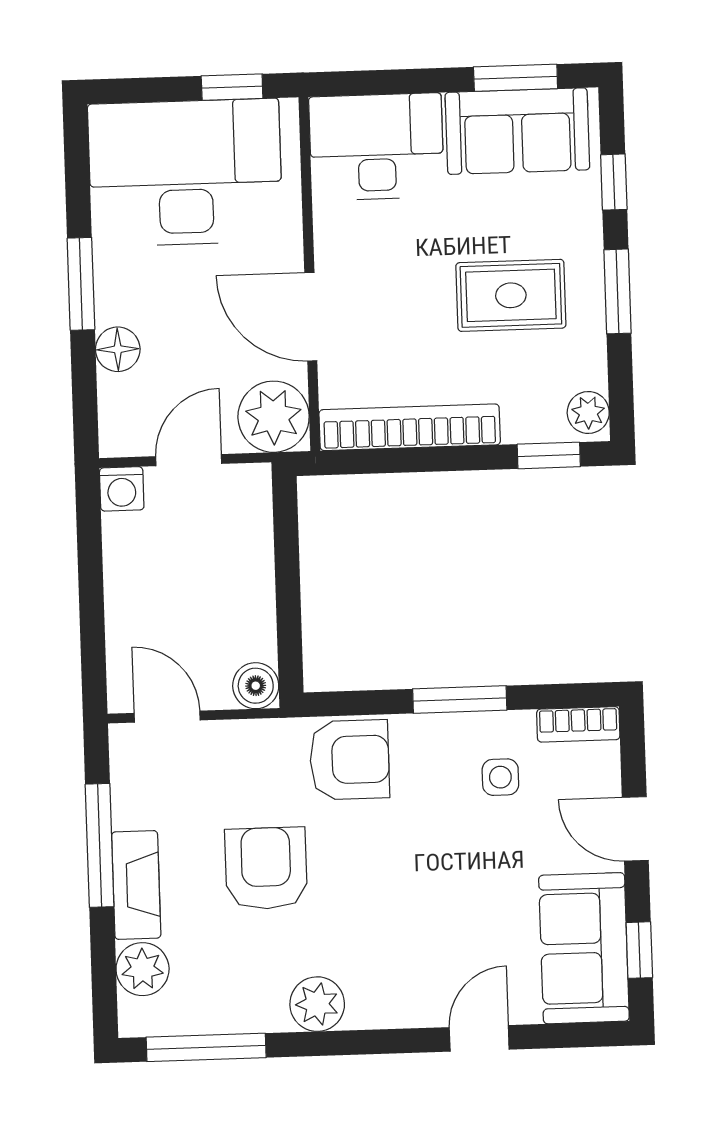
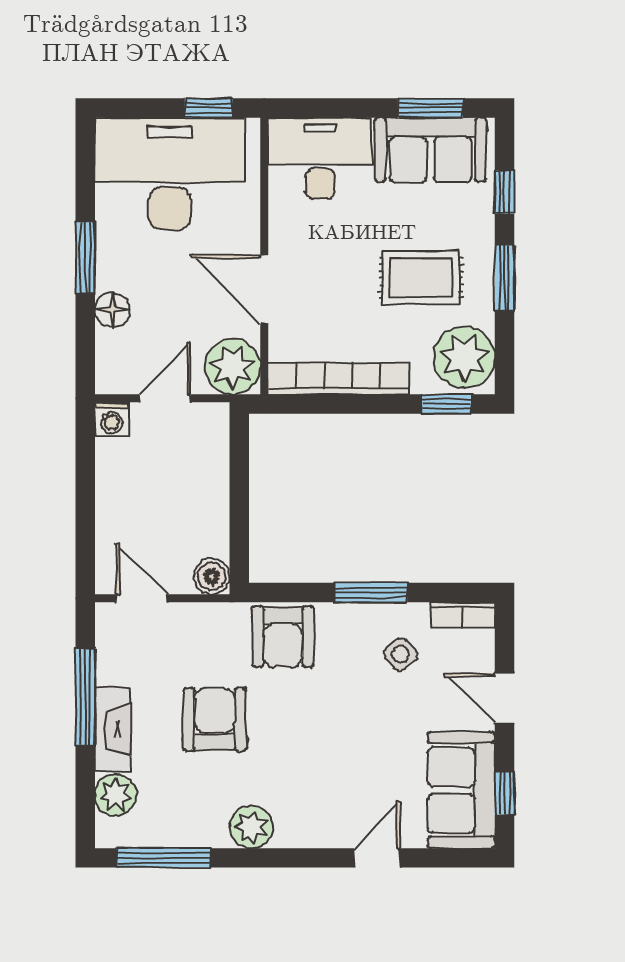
plant: (588, 412) -> (464, 357), width x1.87, depth x1.87
armchair: (349, 760) -> (283, 637), turned 90
side table: (500, 777) -> (400, 654), turned -38

